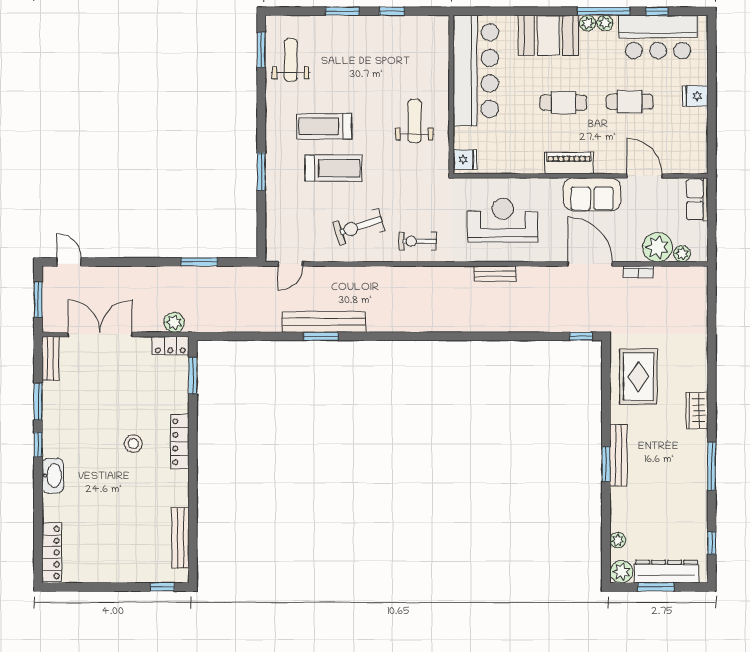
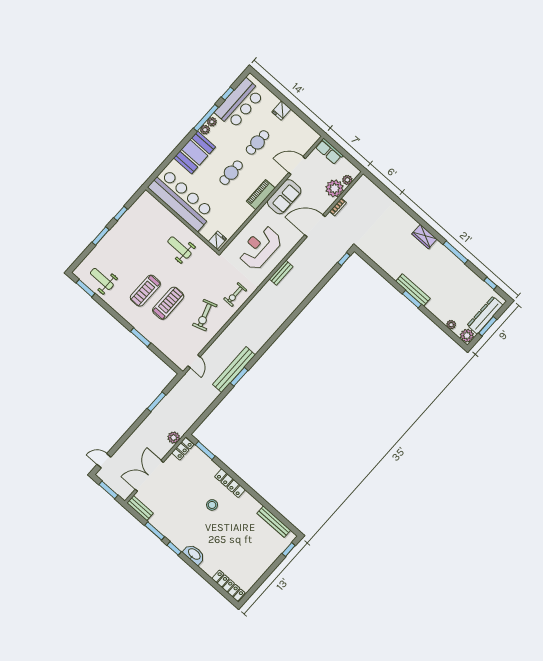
rug: (638, 377) -> (385, 249), removed

